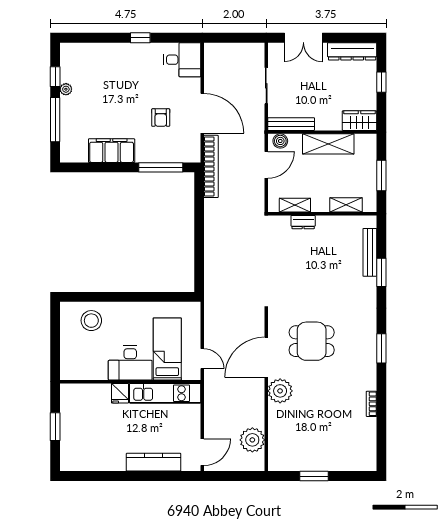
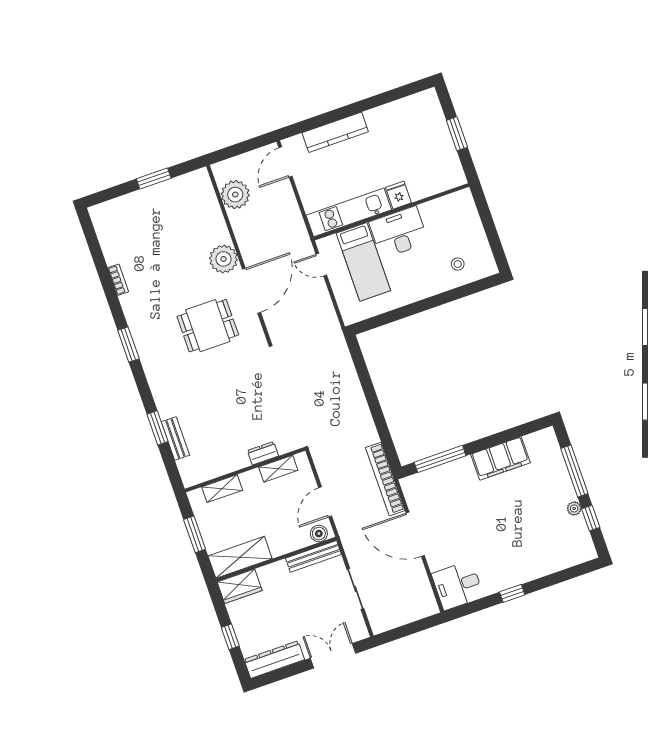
armchair: (161, 118) -> (459, 514), removed
shelving: (328, 144) -> (240, 557), moved
bench: (370, 252) -> (175, 438), width x0.73
stool: (91, 321) -> (458, 264), width x0.53, depth x0.53

